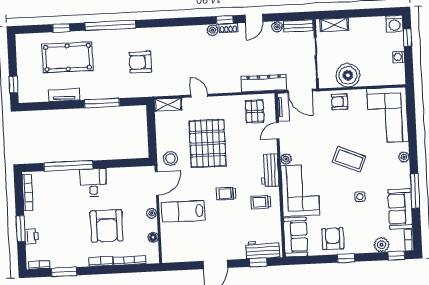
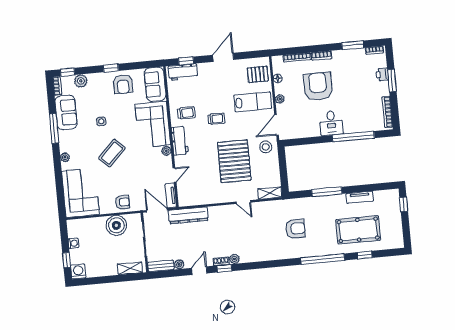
pallet: (255, 111) -> (258, 74), moved, turned 90
coffee table: (349, 159) -> (112, 153), turned -68

